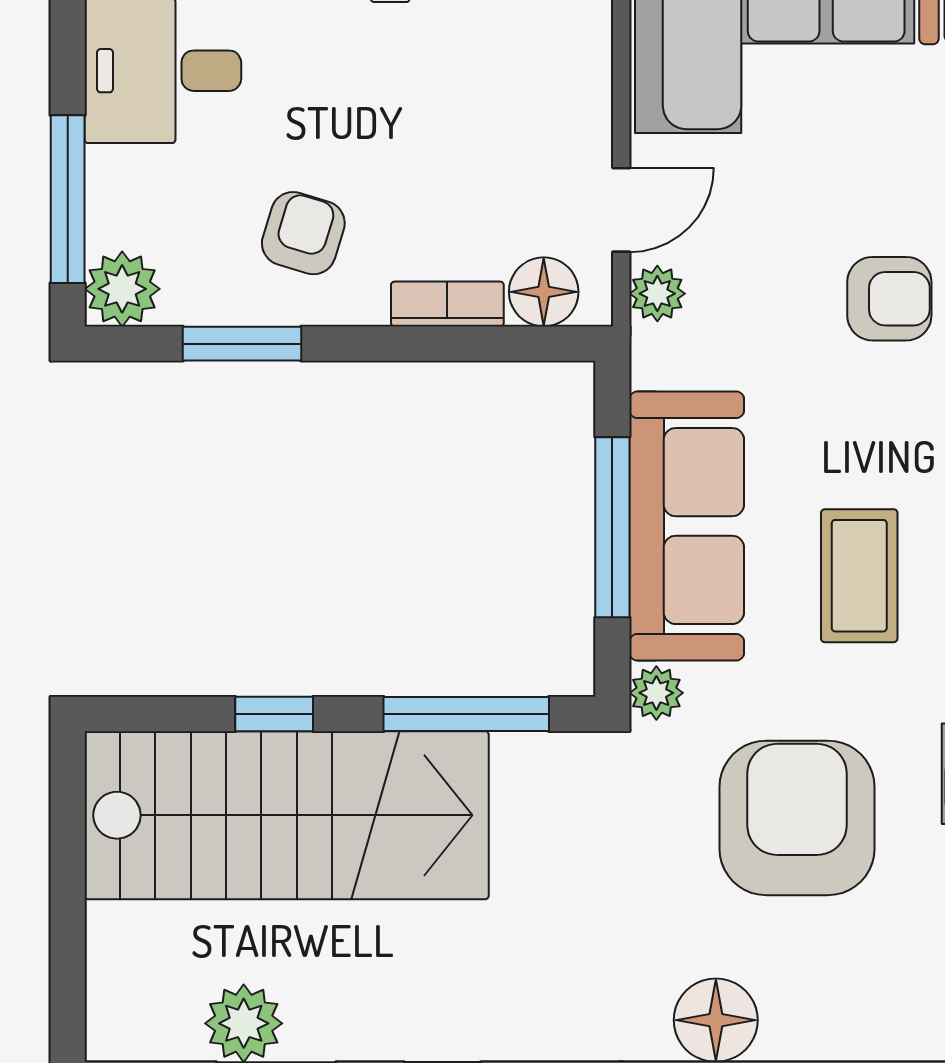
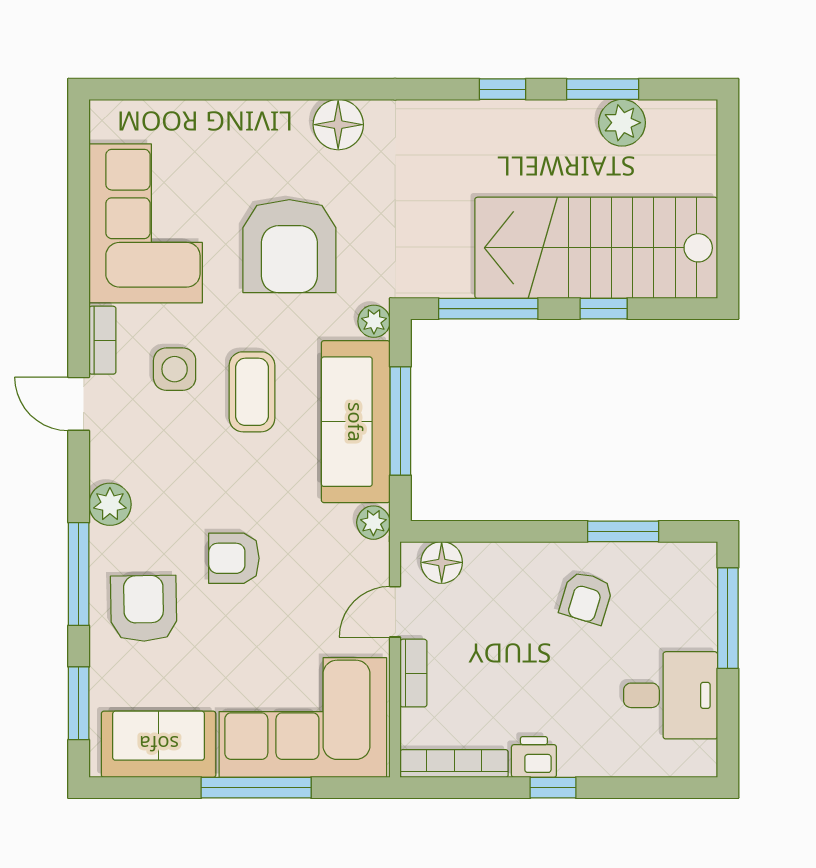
plant: (122, 289) -> (695, 564), removed
plant: (657, 294) -> (373, 523), moved
bookcase: (447, 304) -> (413, 673), moved, turned -90

